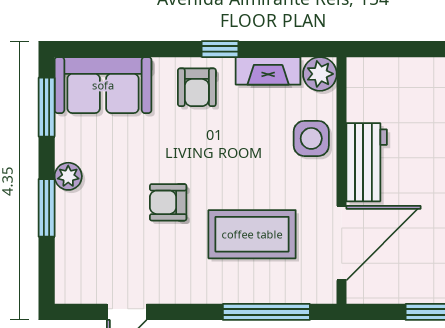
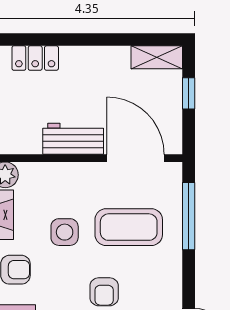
side table: (311, 138) -> (65, 232), moved
coffee table: (252, 234) -> (129, 227), turned 90

